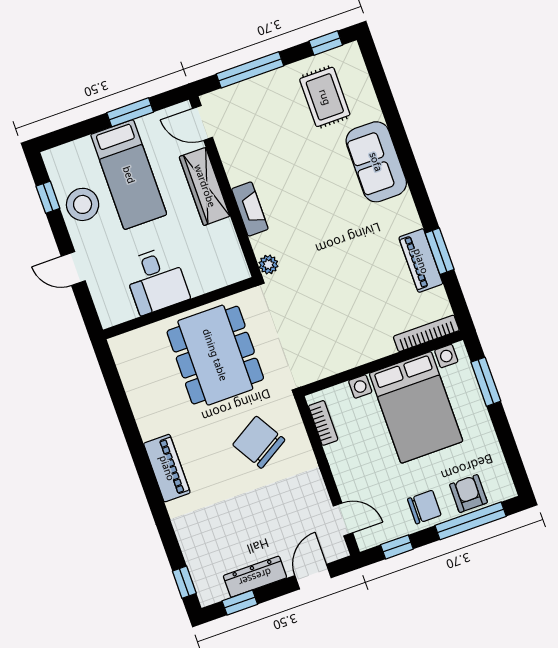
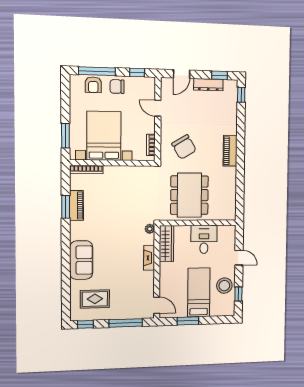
rug: (325, 97) -> (95, 299), turned 90
wardrobe: (205, 186) -> (166, 244), moved
door: (343, 519) -> (158, 108), moved

